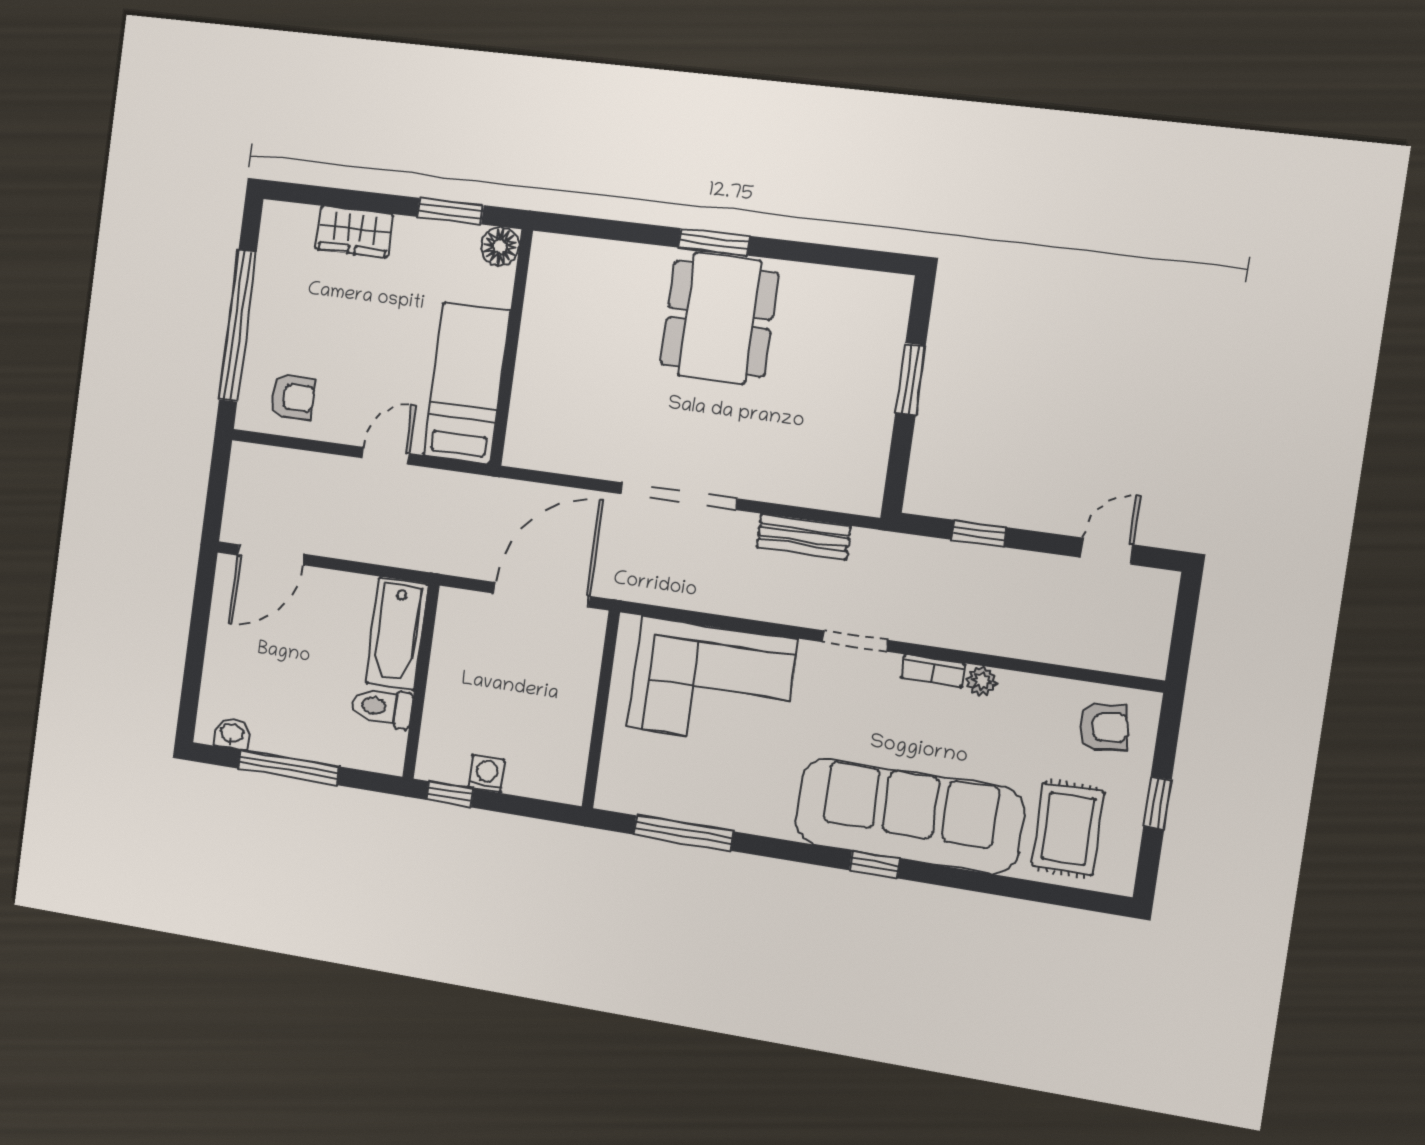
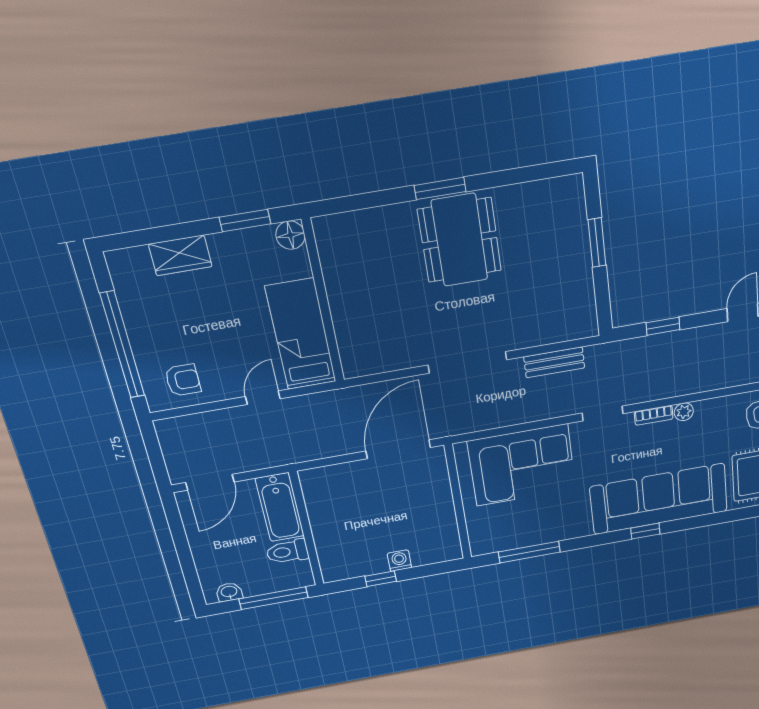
bathtub: (397, 633) -> (280, 507), moved
wall: (421, 681) -> (307, 529), moved
toilet: (382, 707) -> (287, 552), moved

